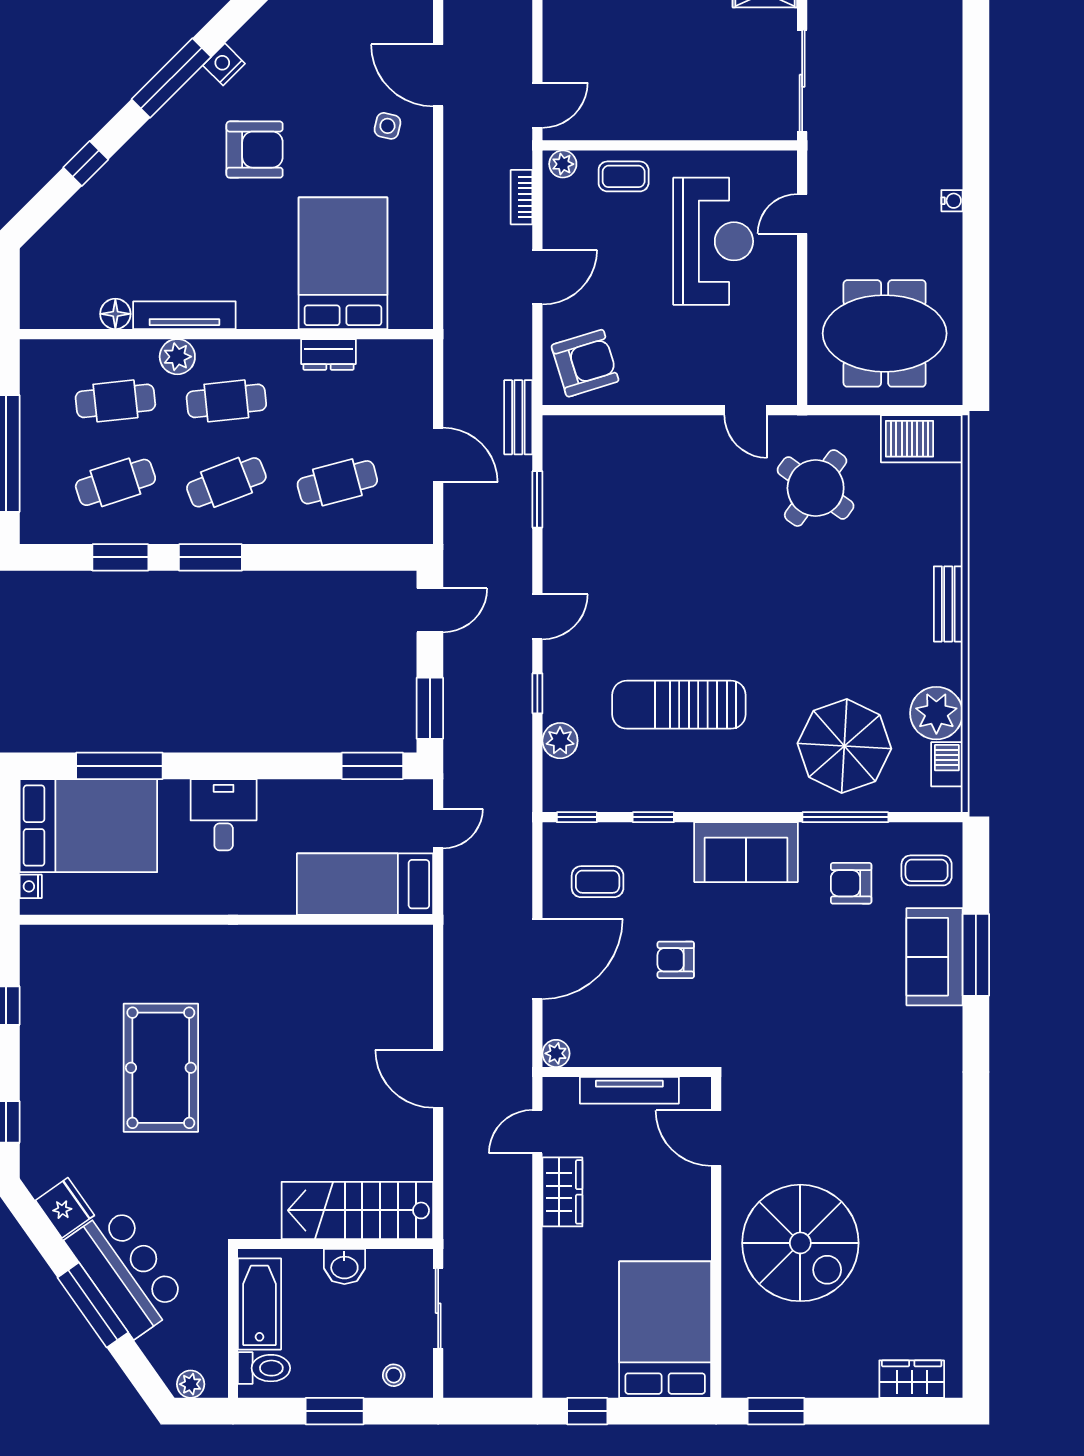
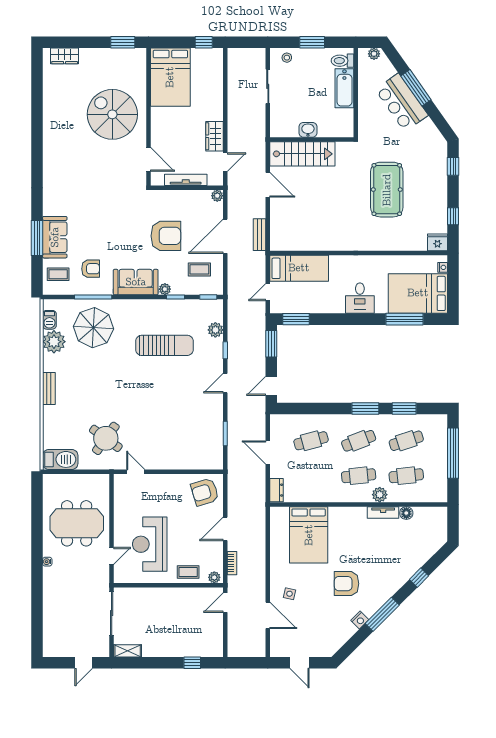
tv unit: (184, 315) -> (383, 512), width x0.71
meeting table: (885, 333) -> (77, 523), moved
dresser: (328, 354) -> (276, 490), moved, turned 90
bench: (518, 417) -> (260, 235), moved
plant: (678, 836) -> (165, 289), added
armchair: (676, 960) -> (166, 236), width x1.88, depth x1.88
fridge: (65, 1208) -> (437, 242), moved, turned 125
stairs: (357, 1210) -> (302, 154), moved
wall: (336, 1244) -> (312, 139), moved
washbasin: (344, 1267) -> (308, 130), moved

